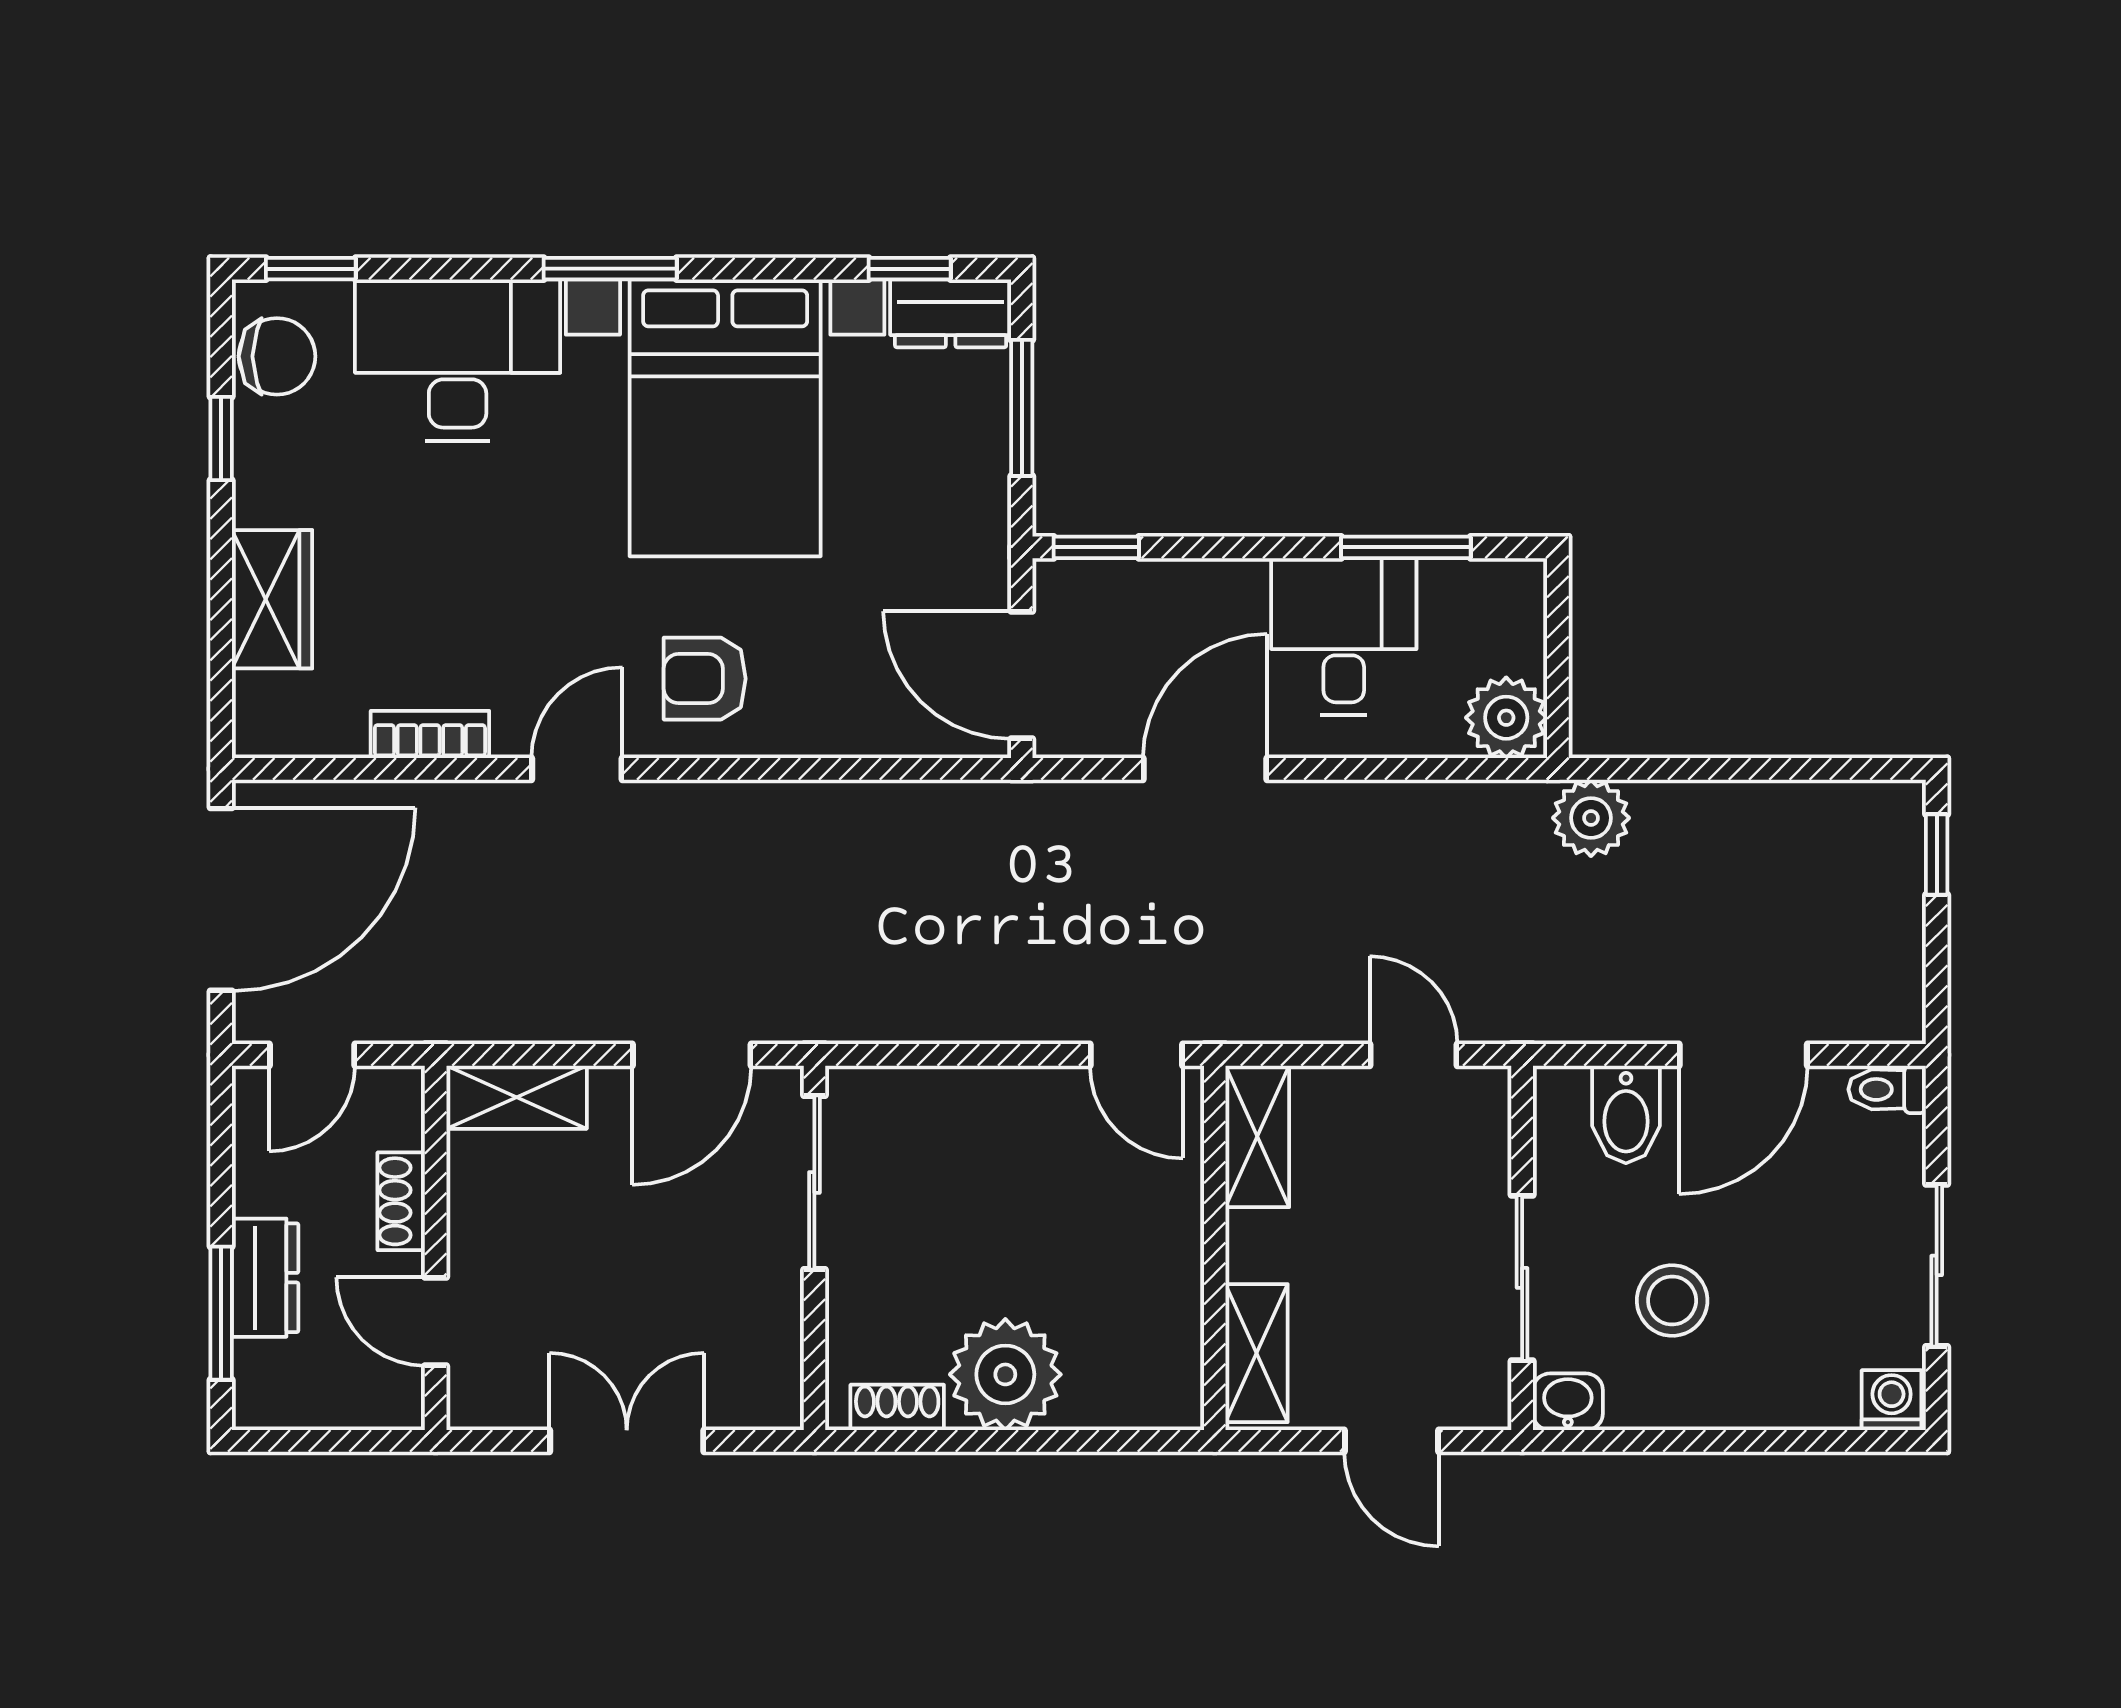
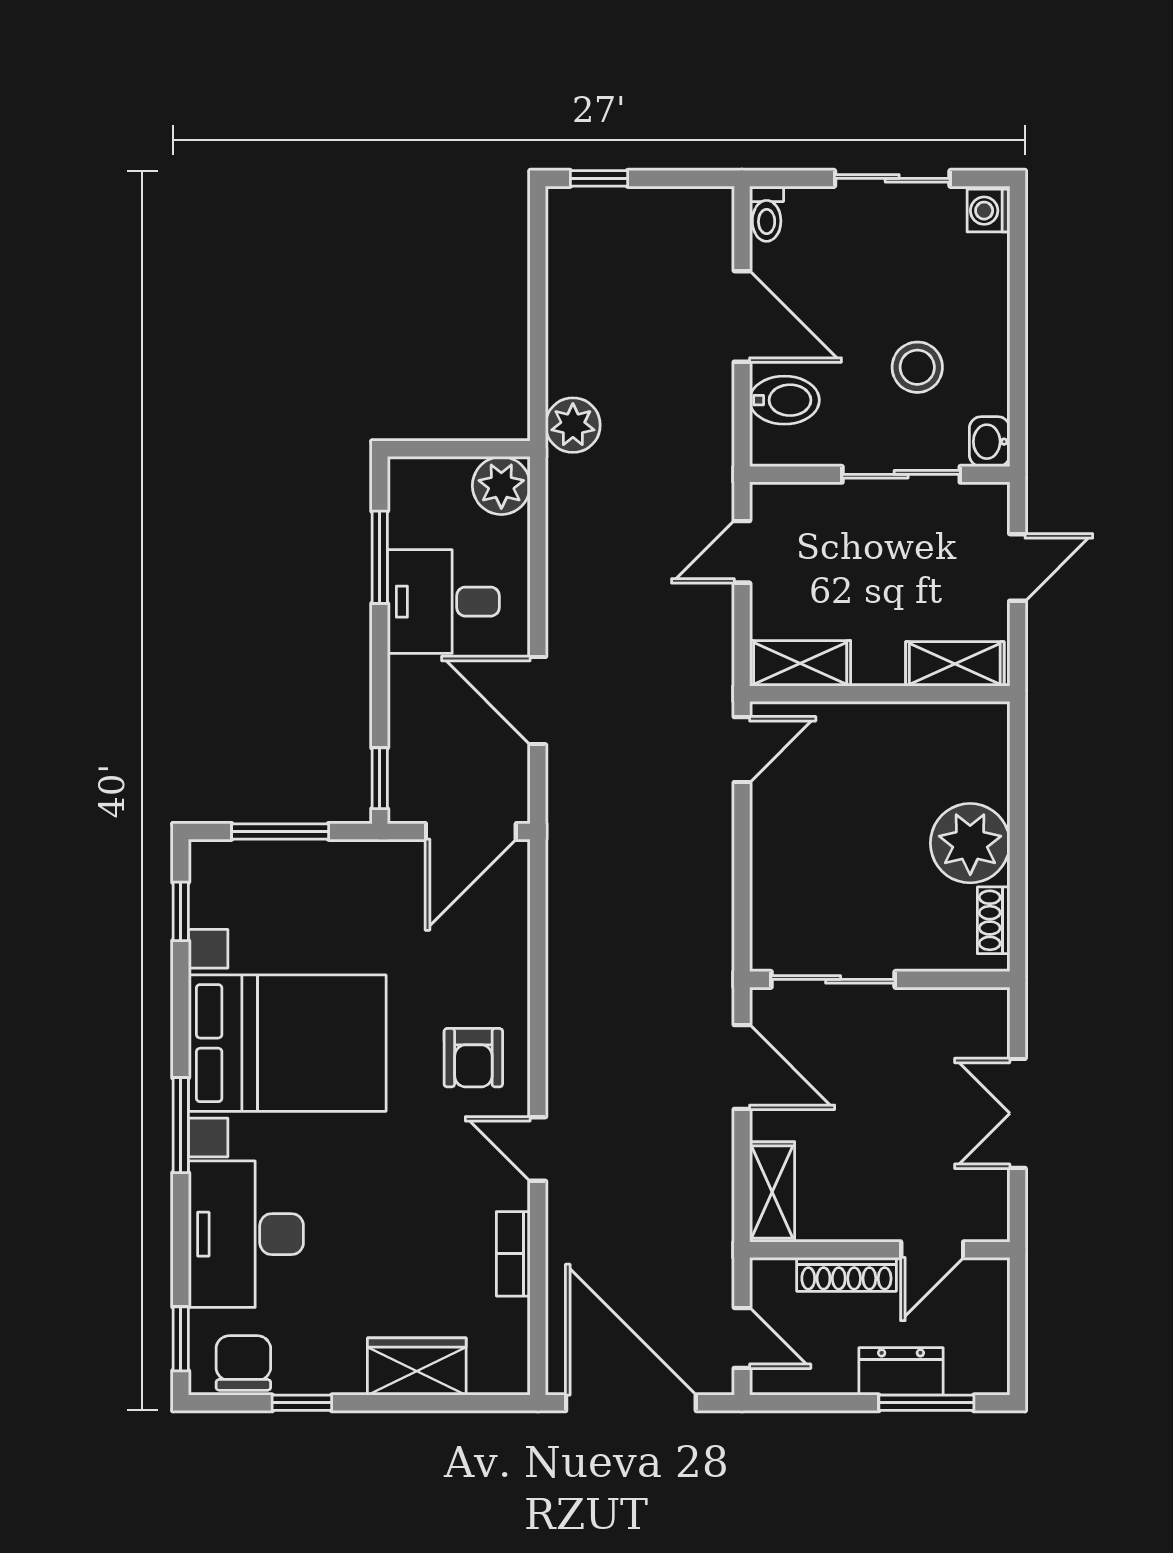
dresser: (951, 313) -> (213, 882), removed
shoe rack: (401, 1201) -> (846, 1274), width x1.43

